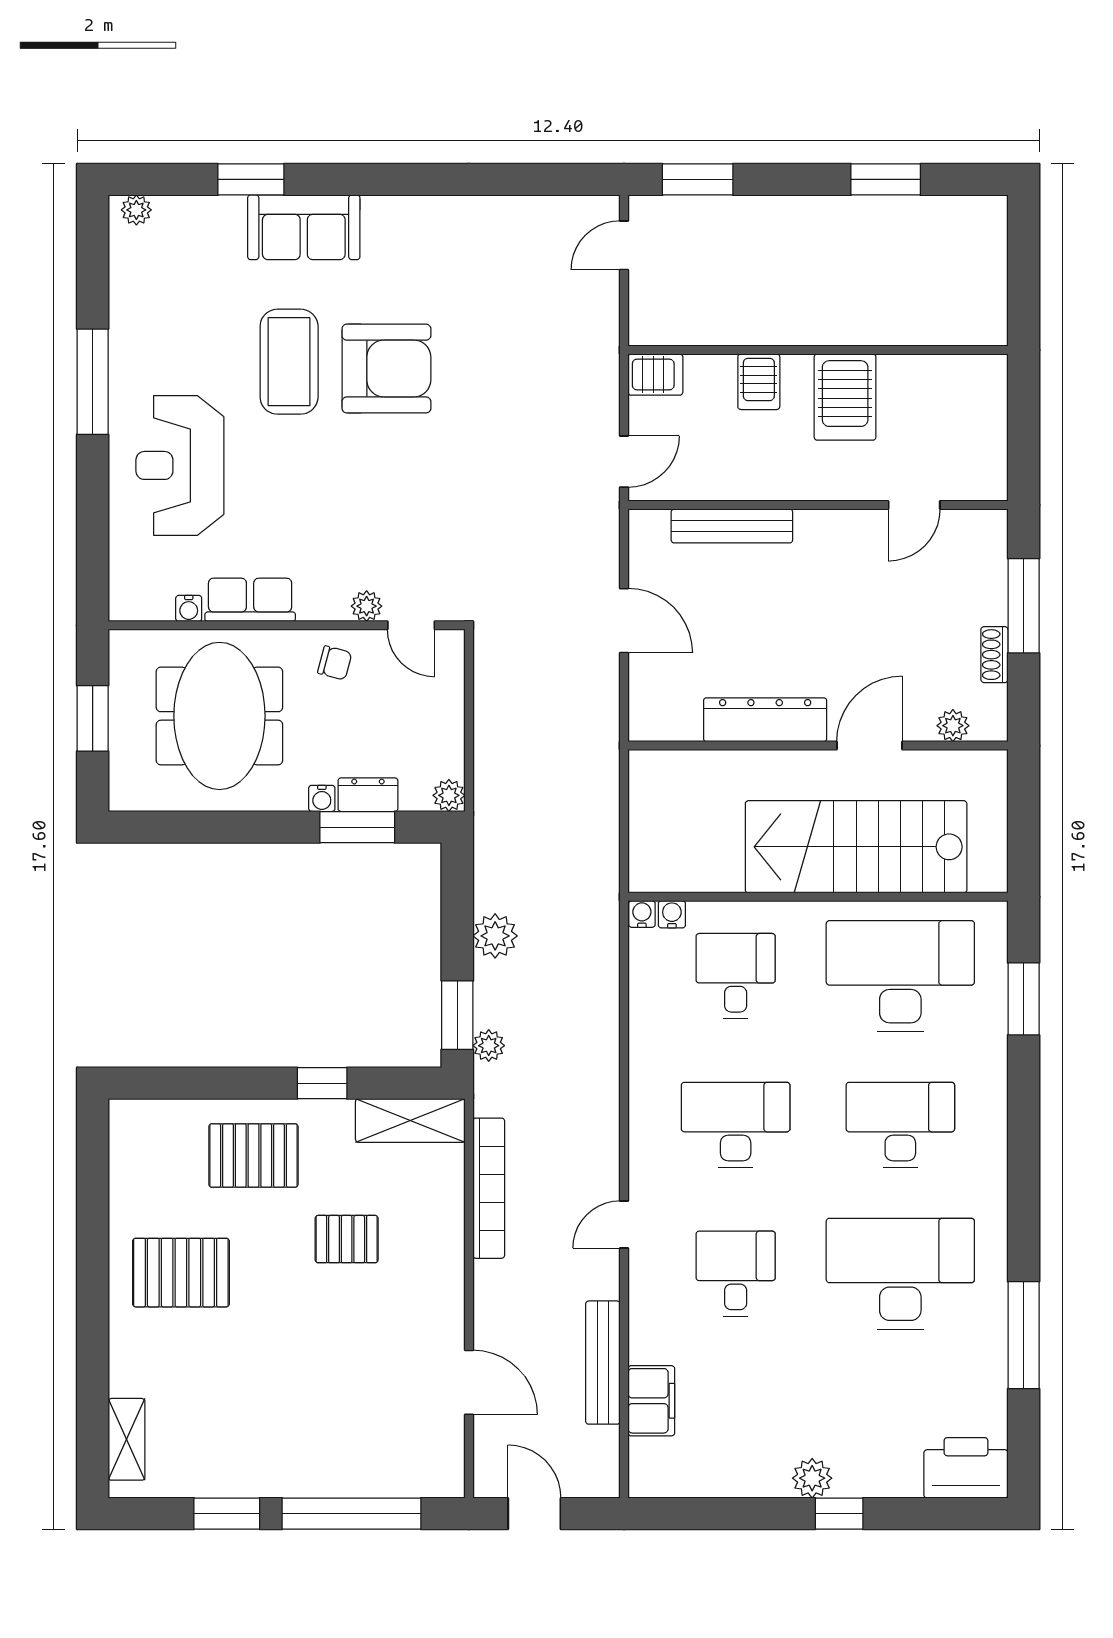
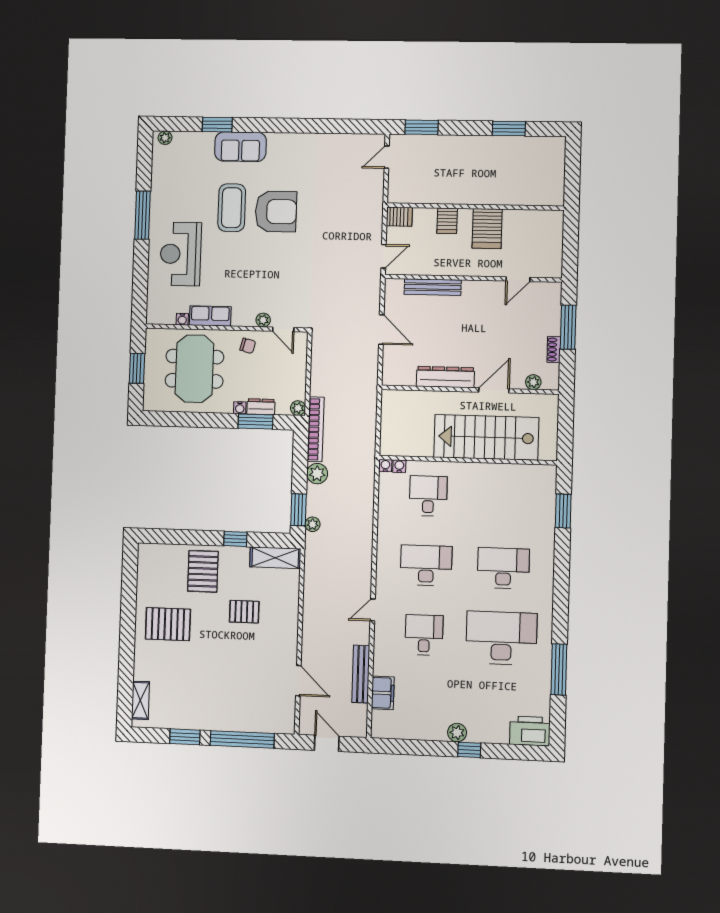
desk: (900, 976) -> (505, 498), removed
pallet: (253, 1155) -> (203, 571), turned 90
bookcase: (489, 1188) -> (316, 429), moved

